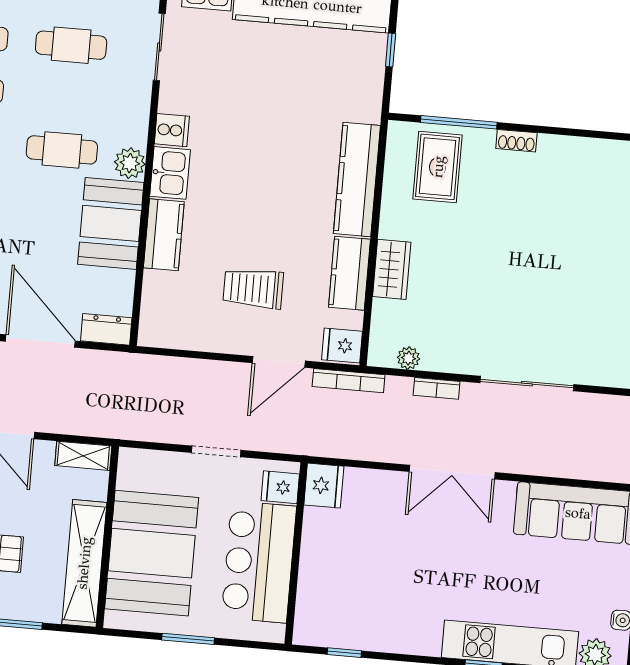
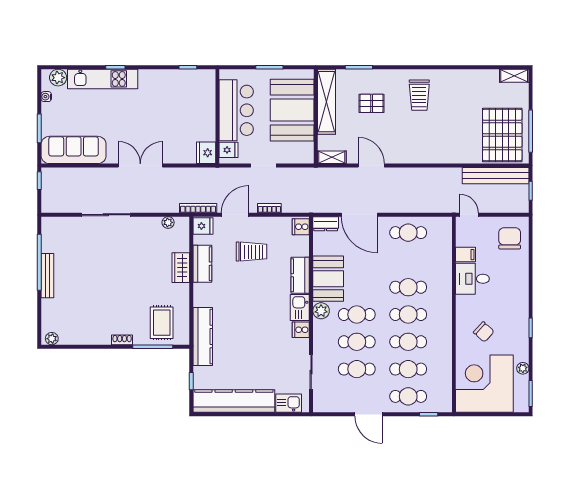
cafe table: (66, 98) -> (357, 342), added
kitchen counter: (357, 180) -> (203, 336), moved
cooker: (155, 328) -> (301, 227), added
bookcase: (437, 388) -> (269, 208), moved

